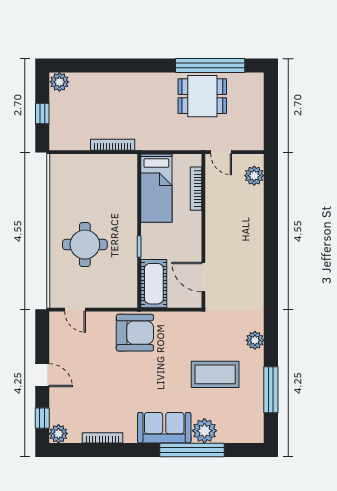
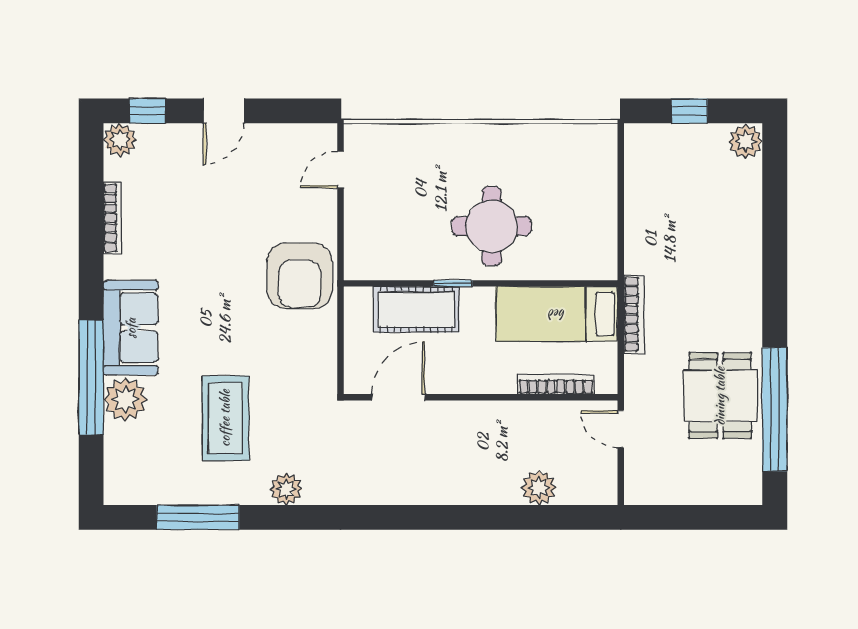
bookcase: (113, 145) -> (634, 314), moved
door: (221, 152) -> (621, 429), hinge flipped
plant: (254, 176) -> (539, 488), moved
round table: (85, 245) -> (492, 226), moved
cot: (154, 284) -> (416, 309), moved

